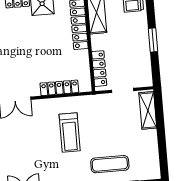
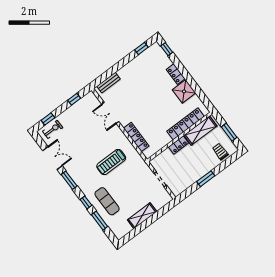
locker: (99, 69) -> (179, 145), moved, width x0.66
shelving: (148, 110) -> (142, 216), moved

